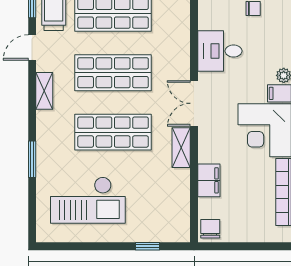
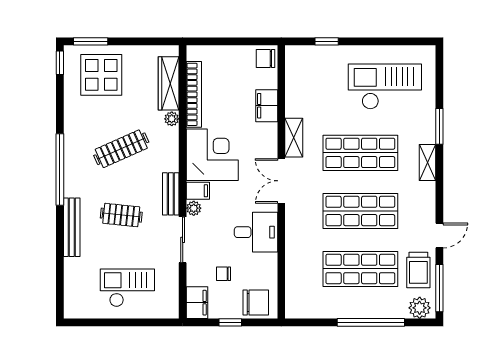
shelving: (44, 91) -> (428, 162), moved
double door: (194, 103) -> (281, 181), swing flipped
chair: (210, 229) -> (265, 59), turned 90

